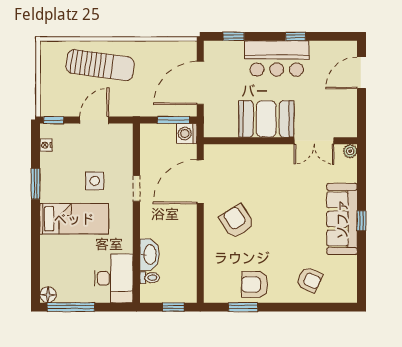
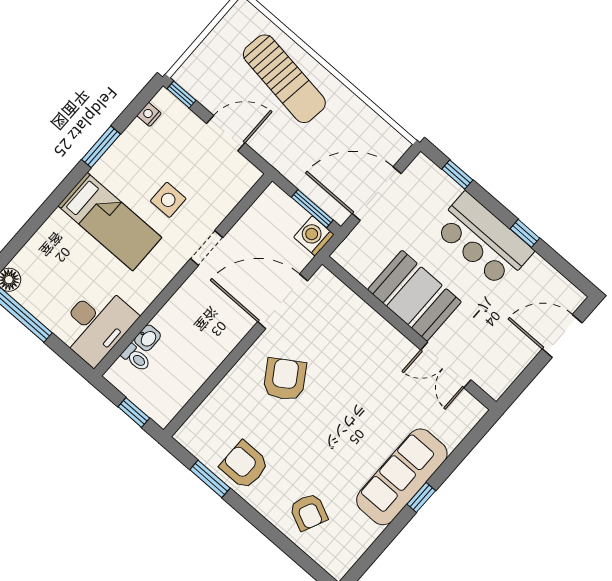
plant: (350, 151) -> (475, 411), removed
washbasin: (149, 255) -> (147, 338), width x0.52, depth x0.69

